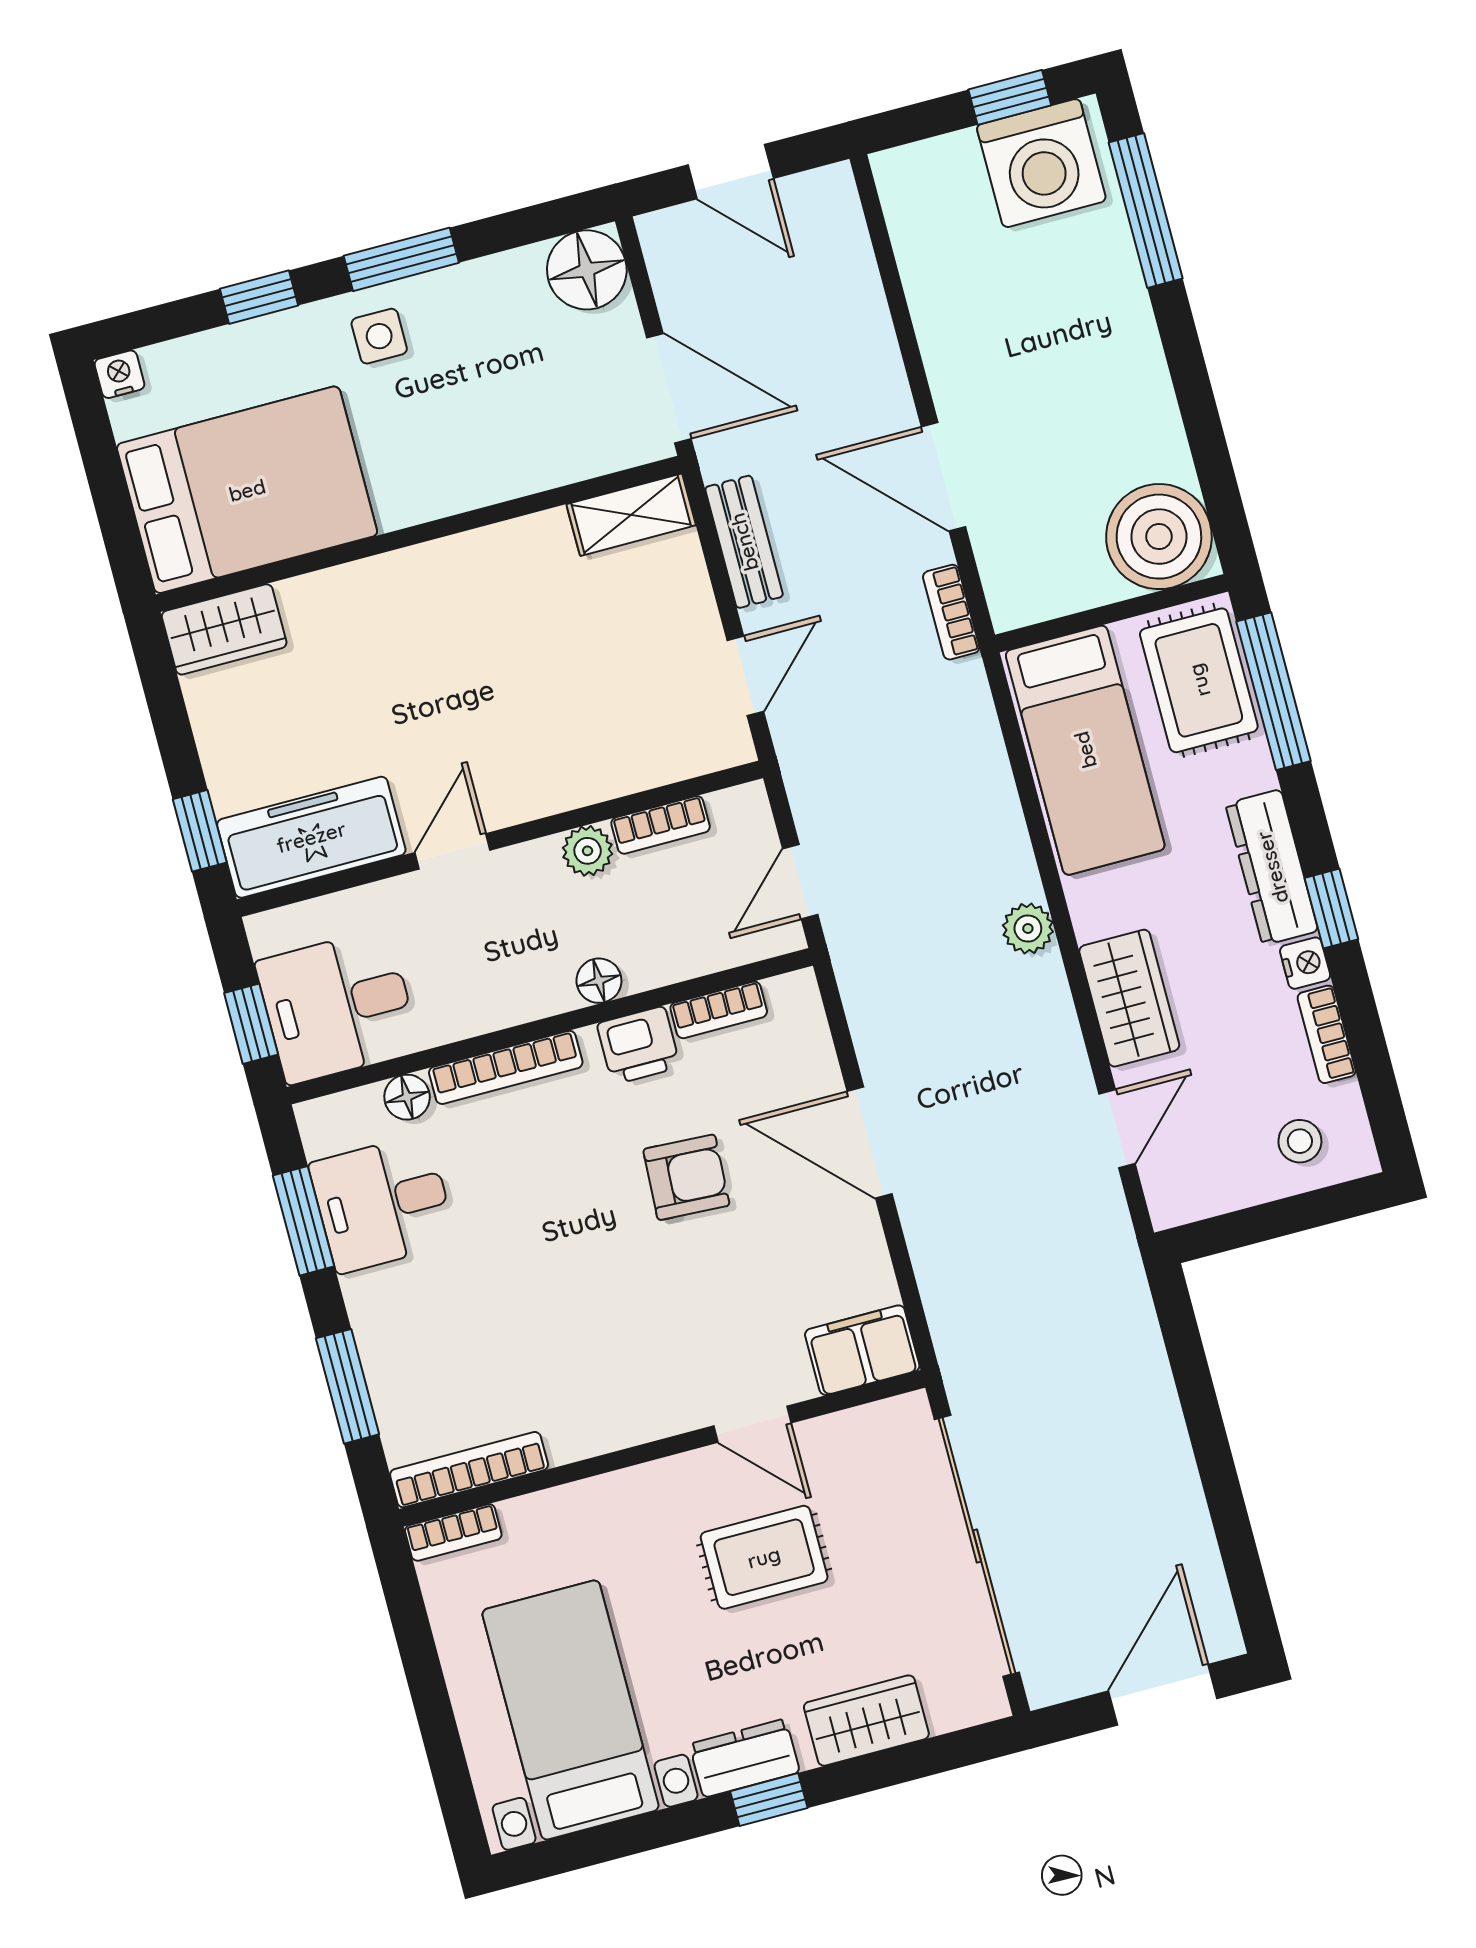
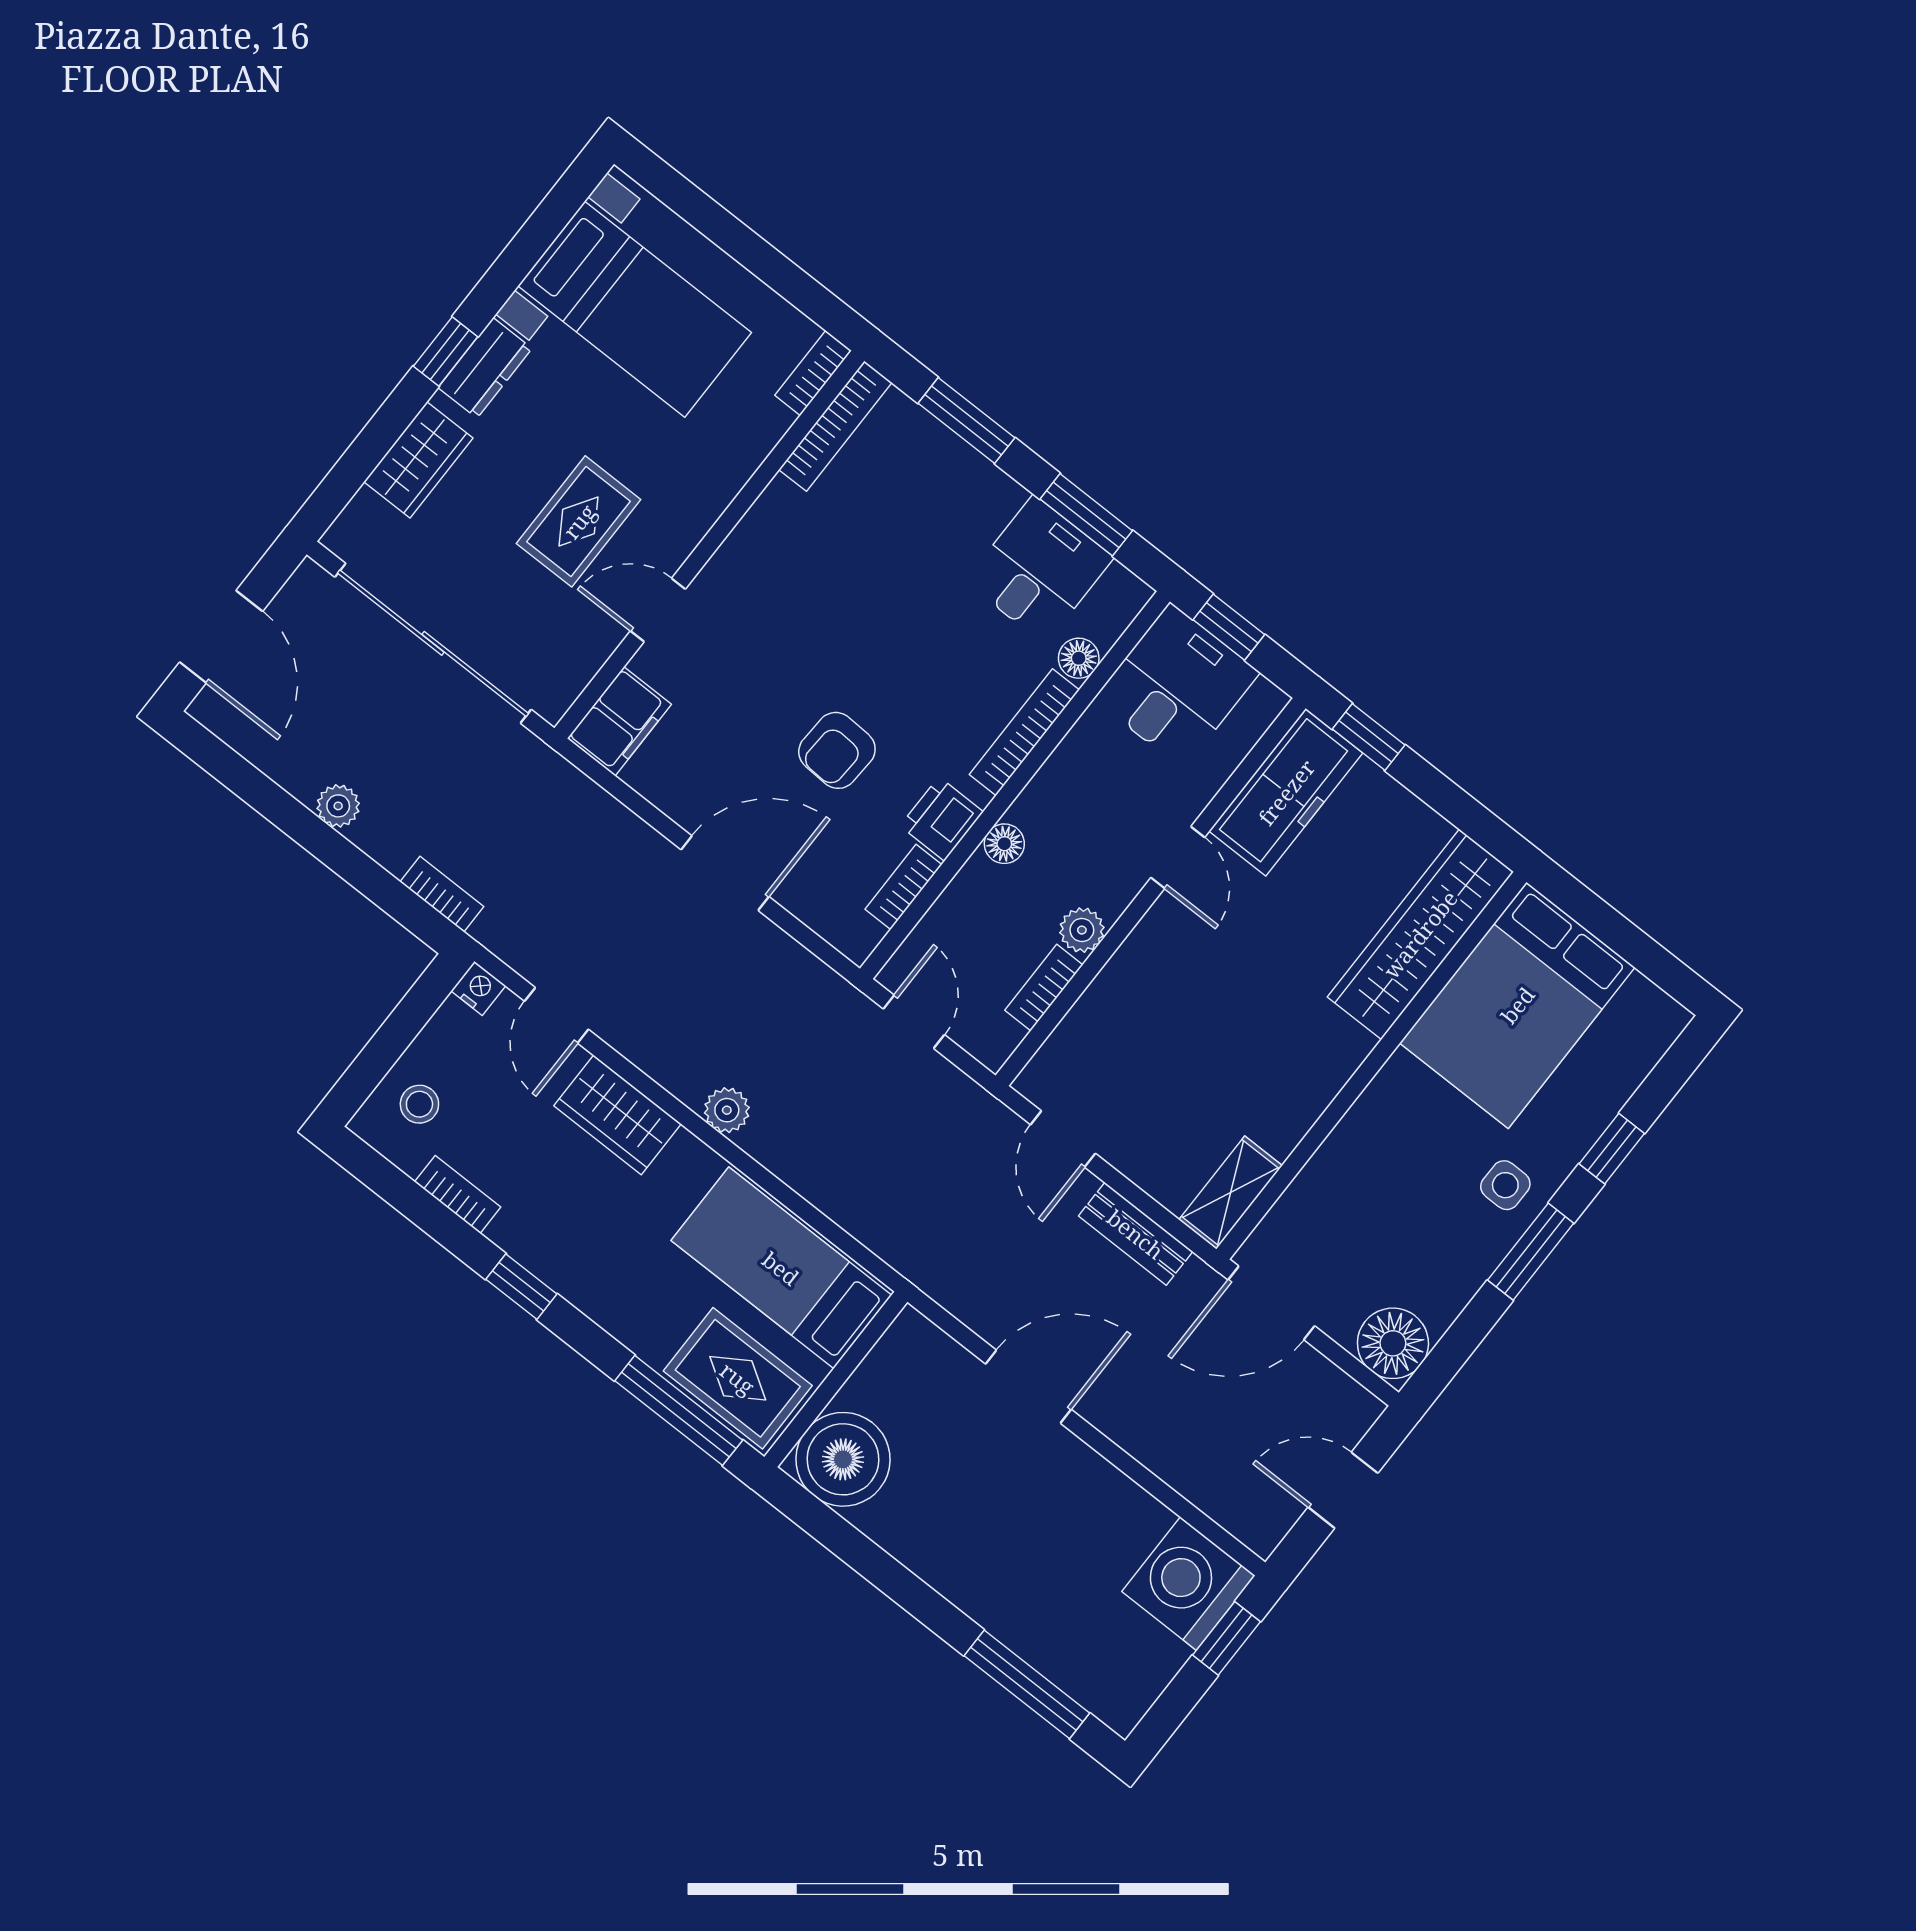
window: (1010, 97) -> (1226, 1638), moved
washing machine: (1041, 163) -> (1188, 1583), moved
nightstand: (119, 374) -> (1670, 1019), removed
bookcase: (951, 612) -> (442, 894), moved
wardrobe: (224, 629) -> (1420, 934), width x2.10, depth x1.17
dresser: (1272, 867) -> (586, 1284), removed
nightstand: (1305, 963) -> (478, 988), moved, turned 180
plant: (1172, 1464) -> (338, 806), added

